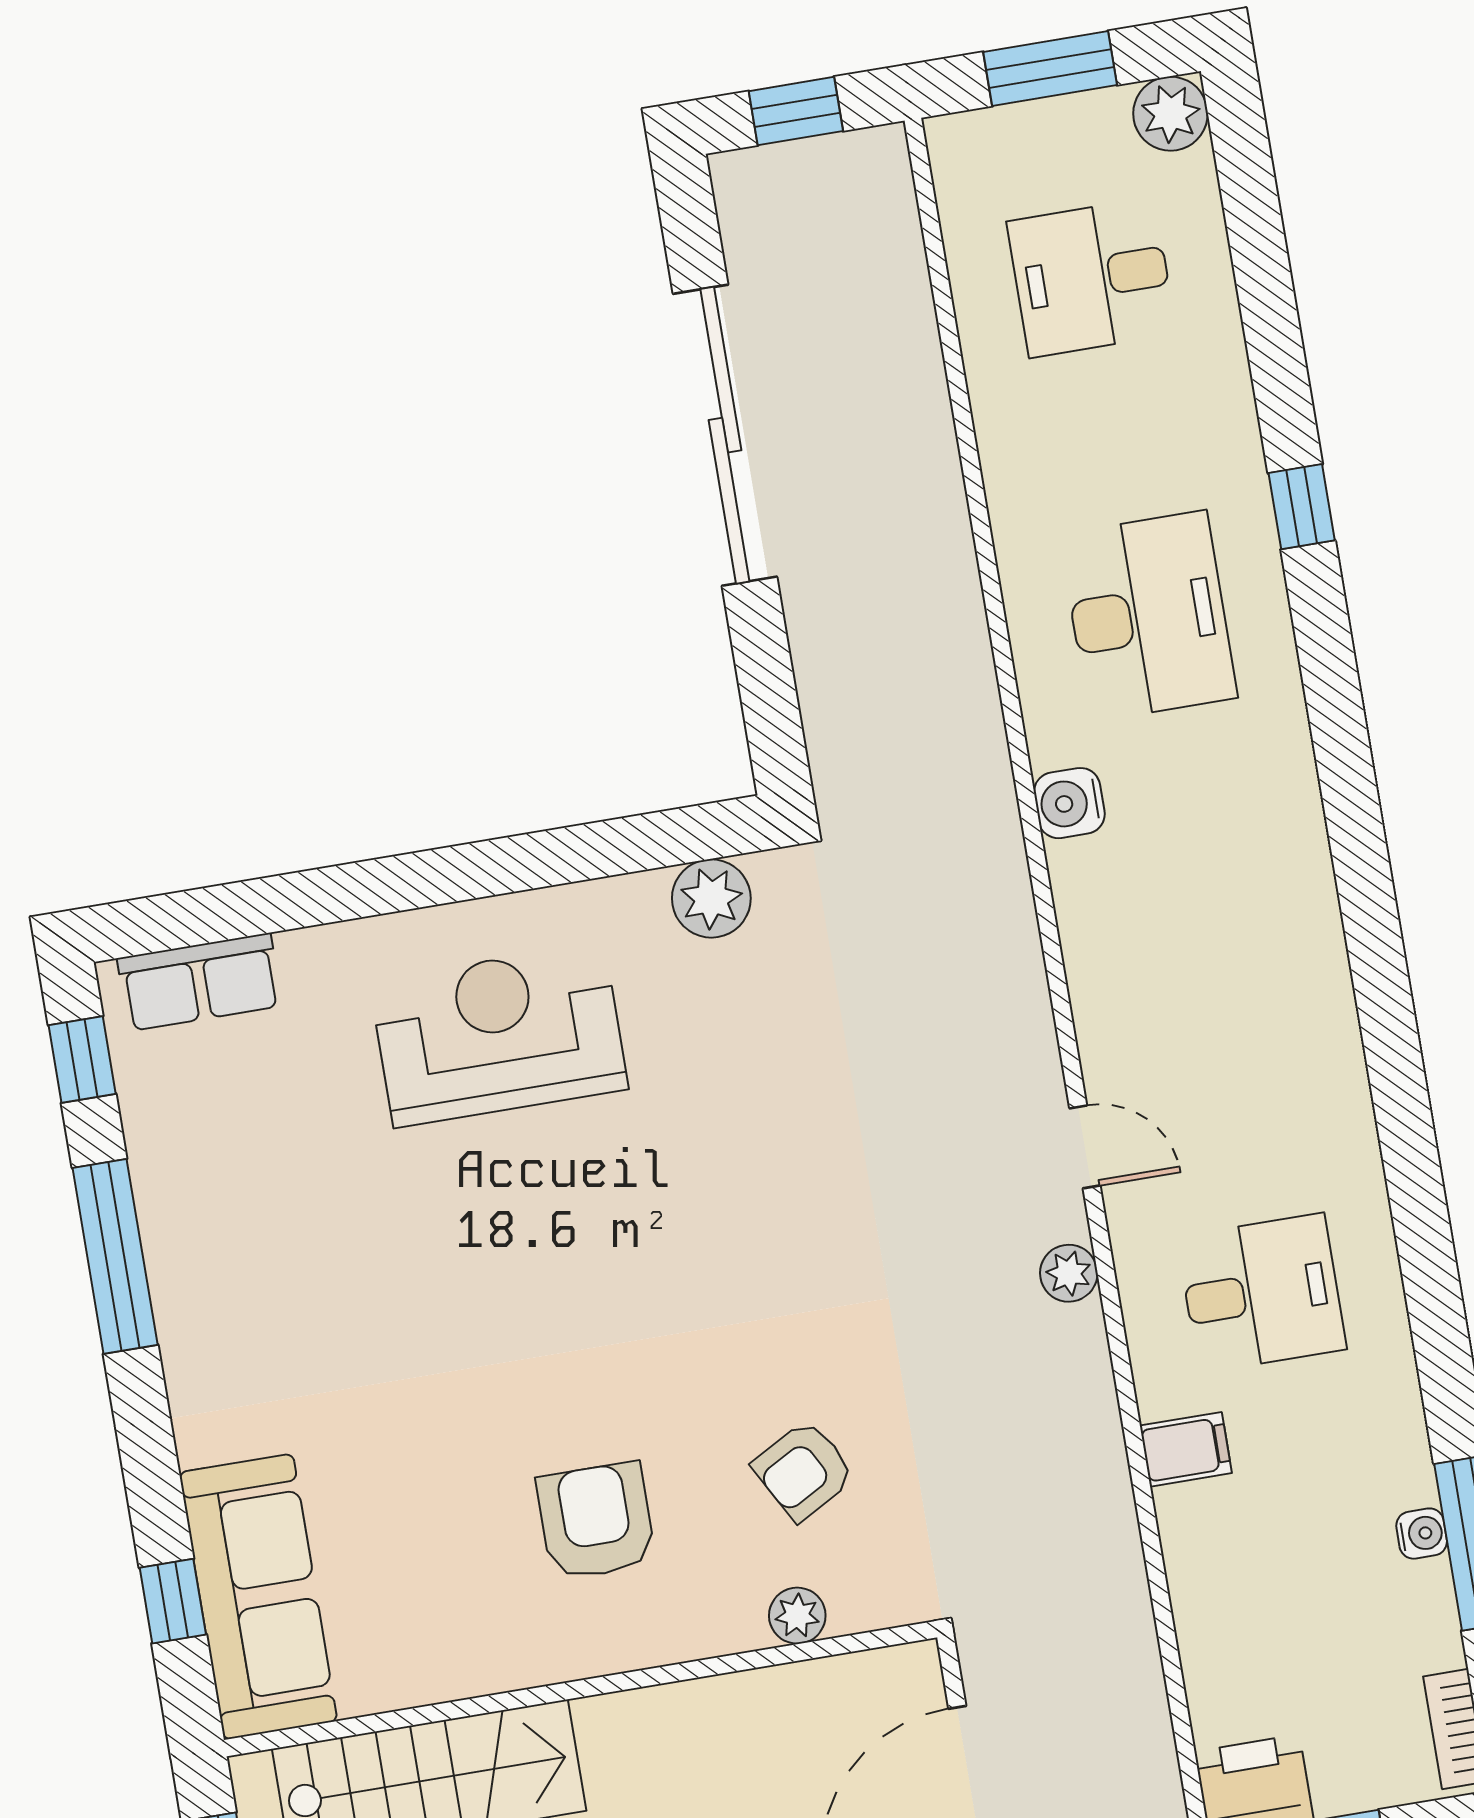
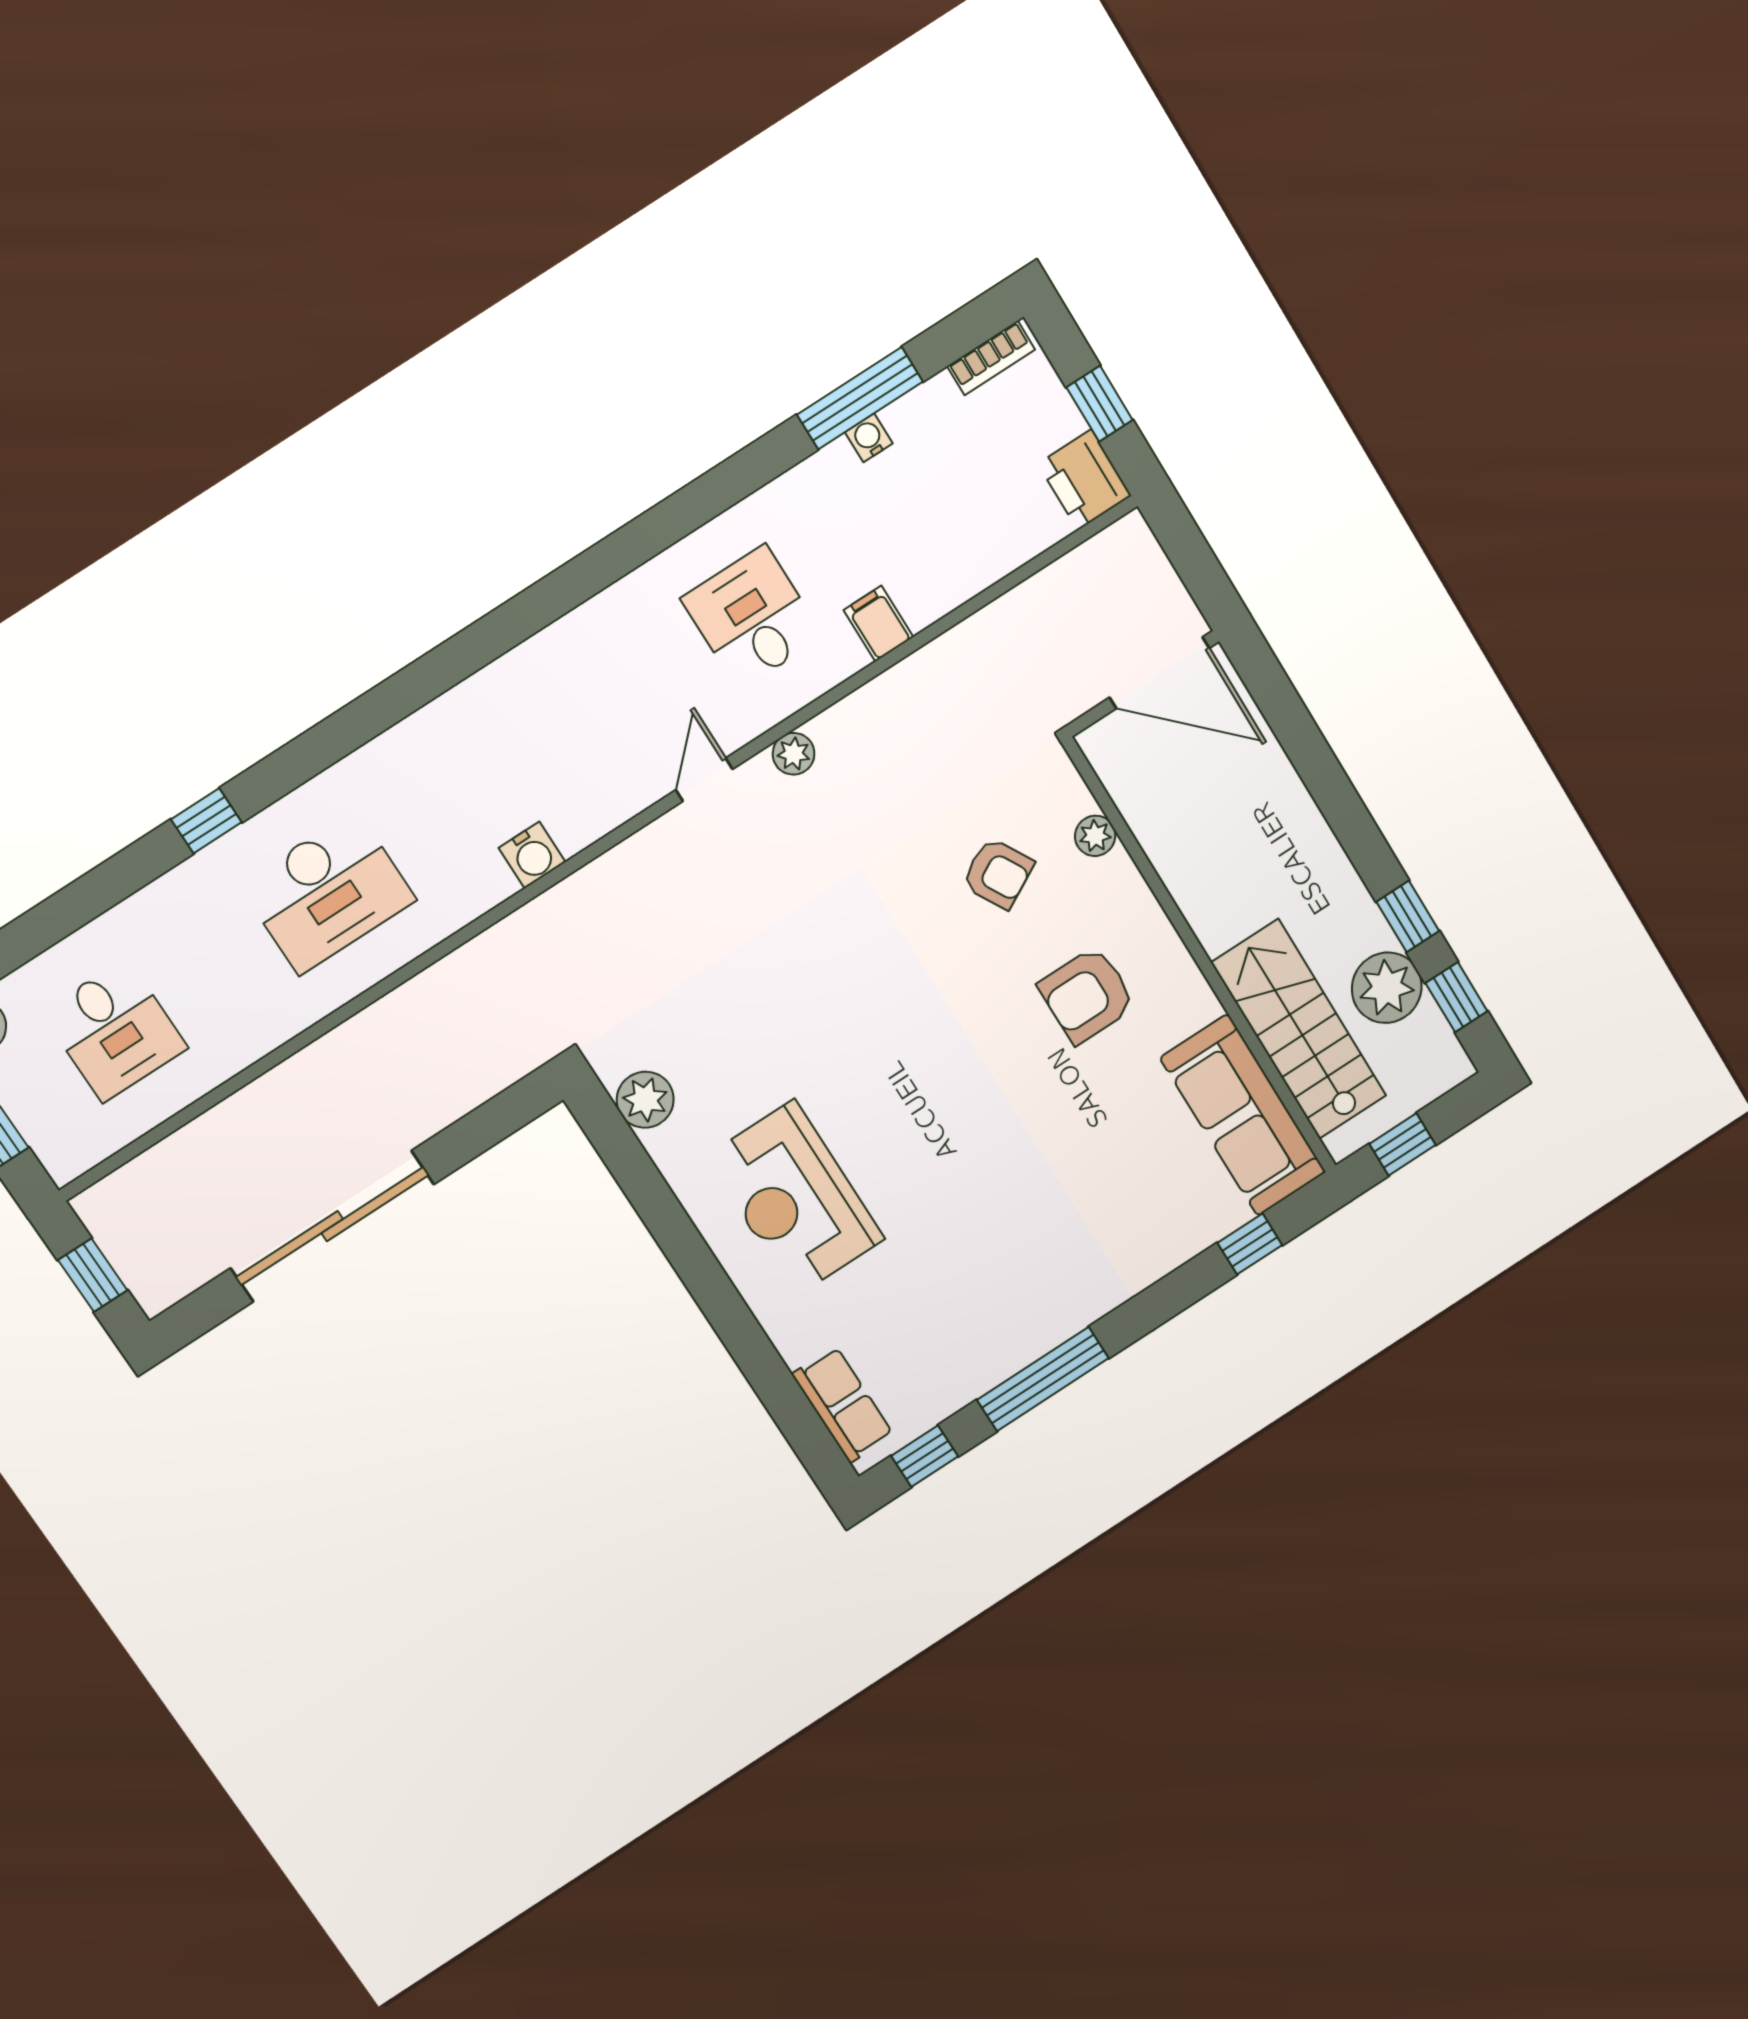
desk: (1148, 616) -> (328, 892), turned 180
water cooler: (1069, 803) -> (532, 855), moved
sofa: (258, 1597) -> (1243, 1115), moved, turned -90

